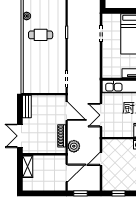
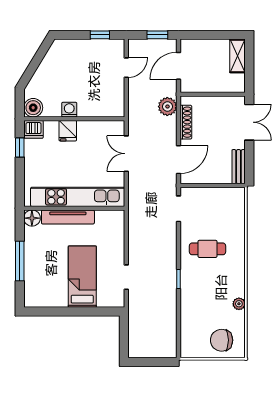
cafe table: (41, 35) -> (207, 249), moved
door: (67, 111) -> (178, 160), swing flipped
double door: (101, 115) -> (126, 154), swing flipped
door: (101, 159) -> (126, 68), moved
shelving: (28, 167) -> (237, 56), moved

